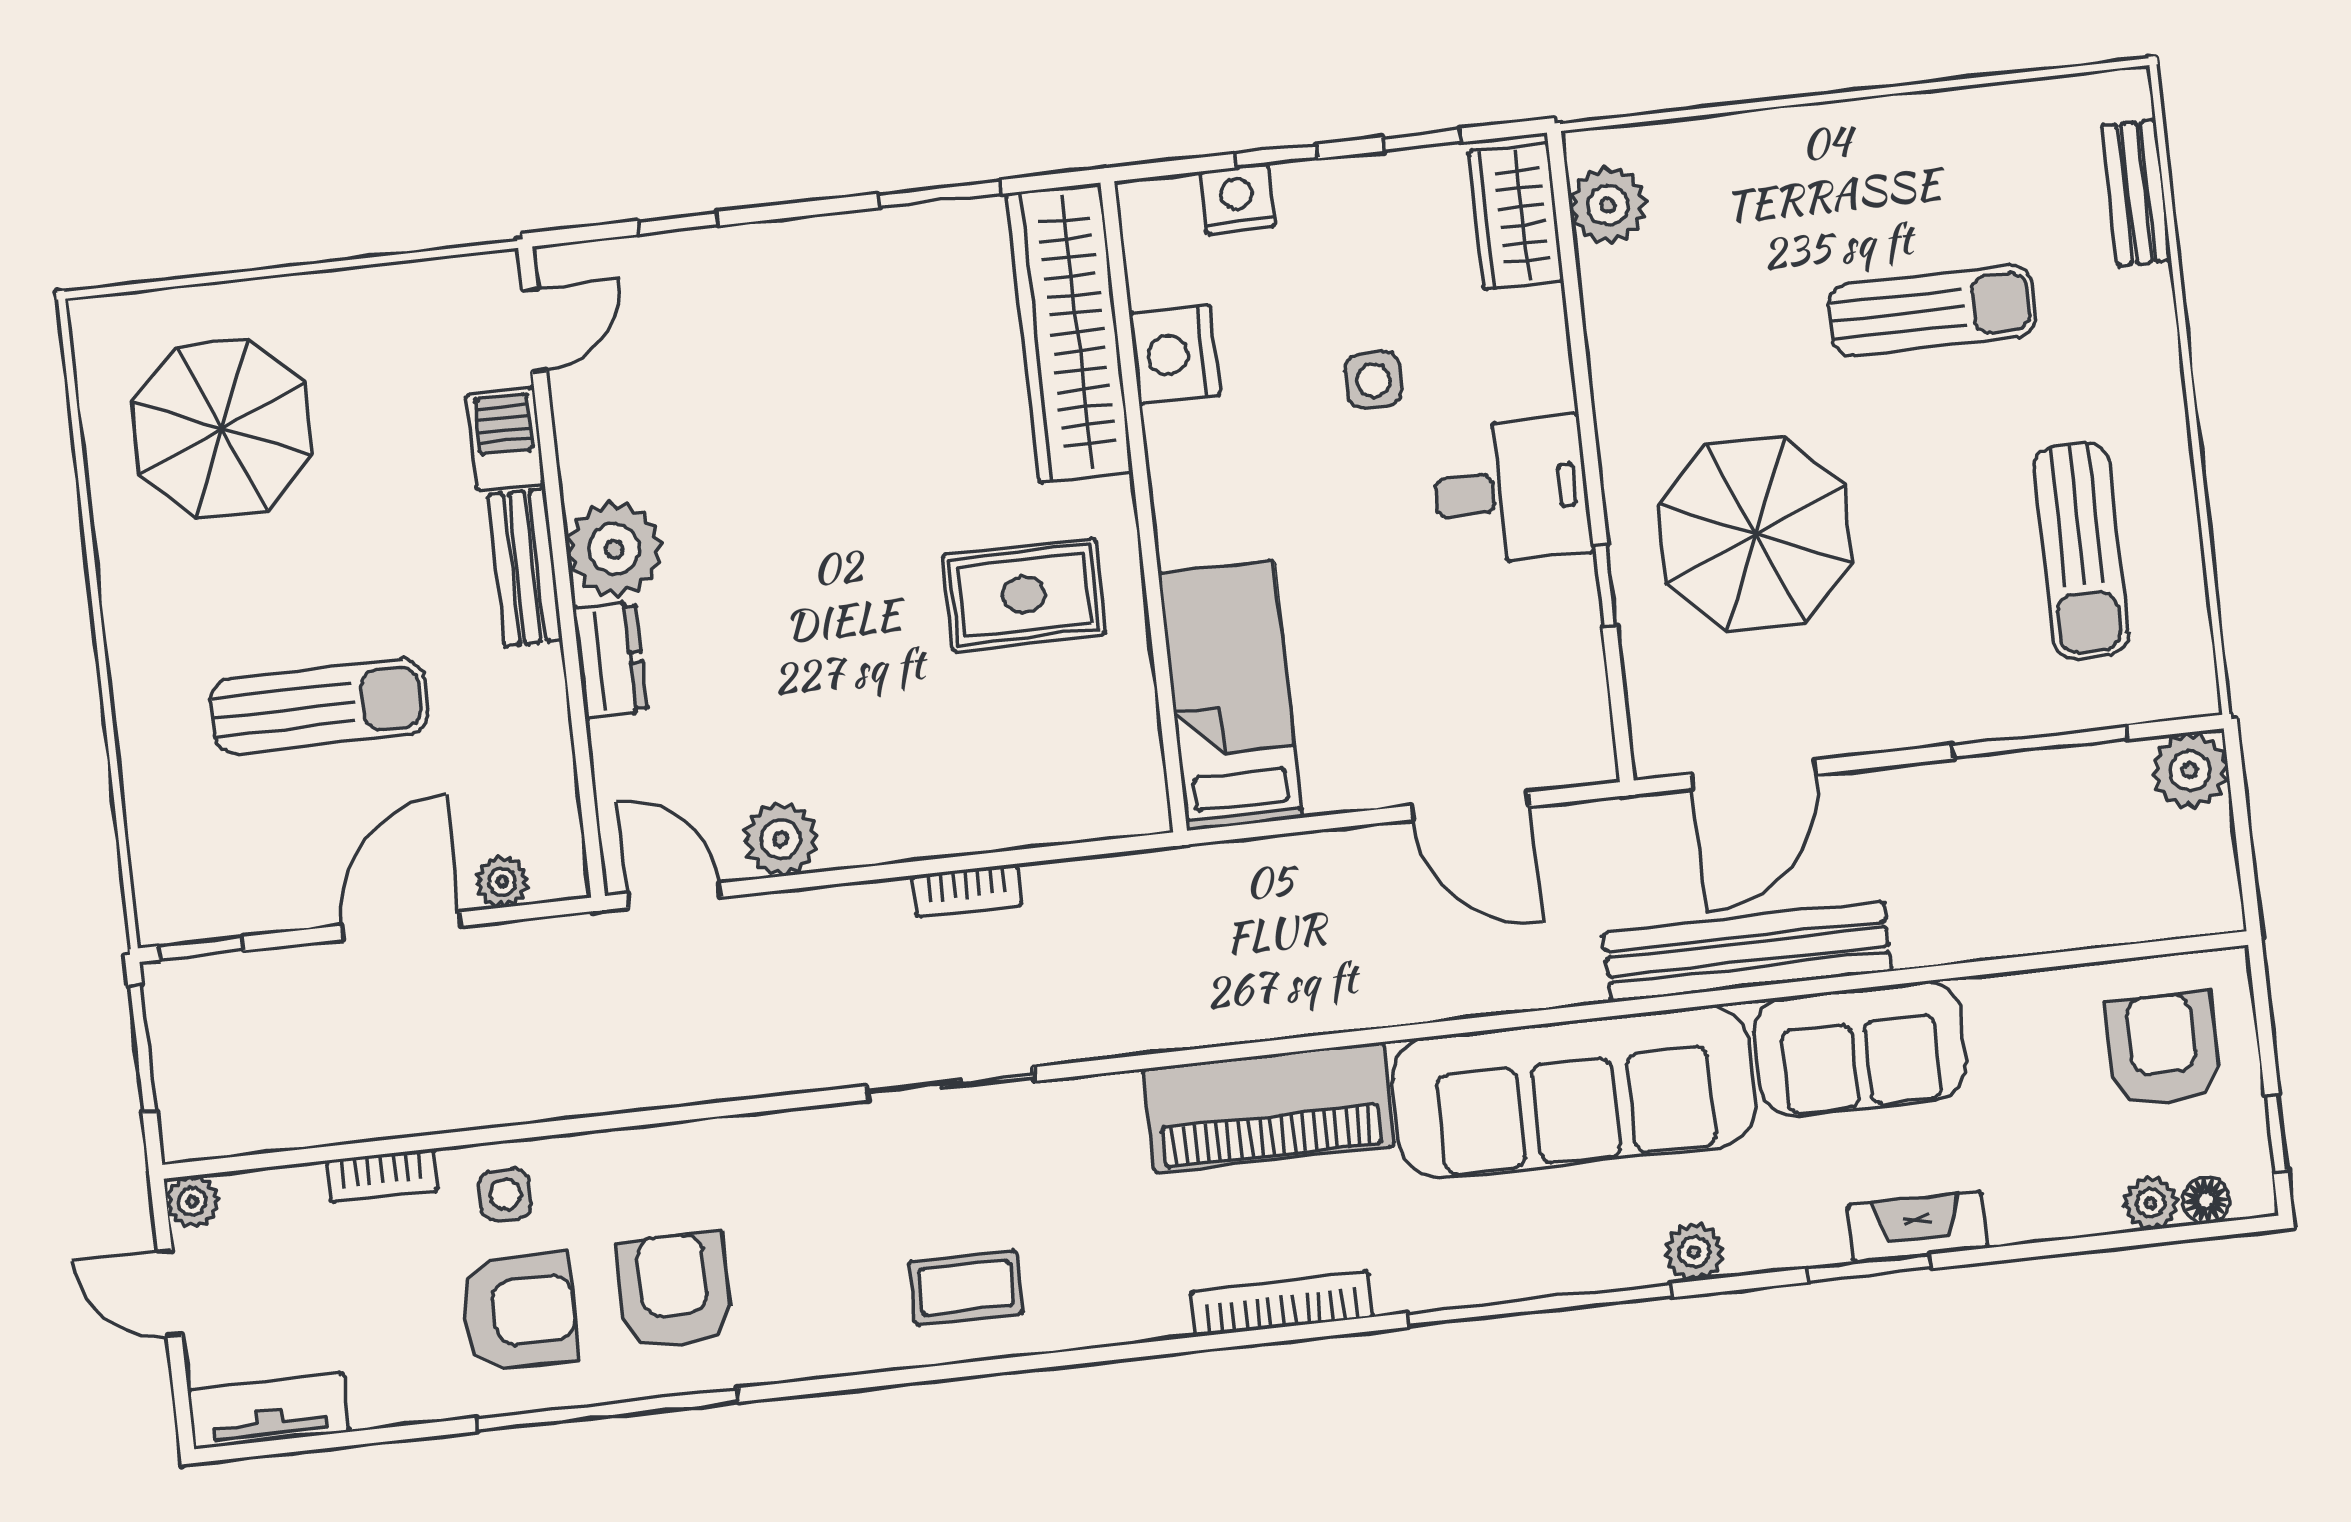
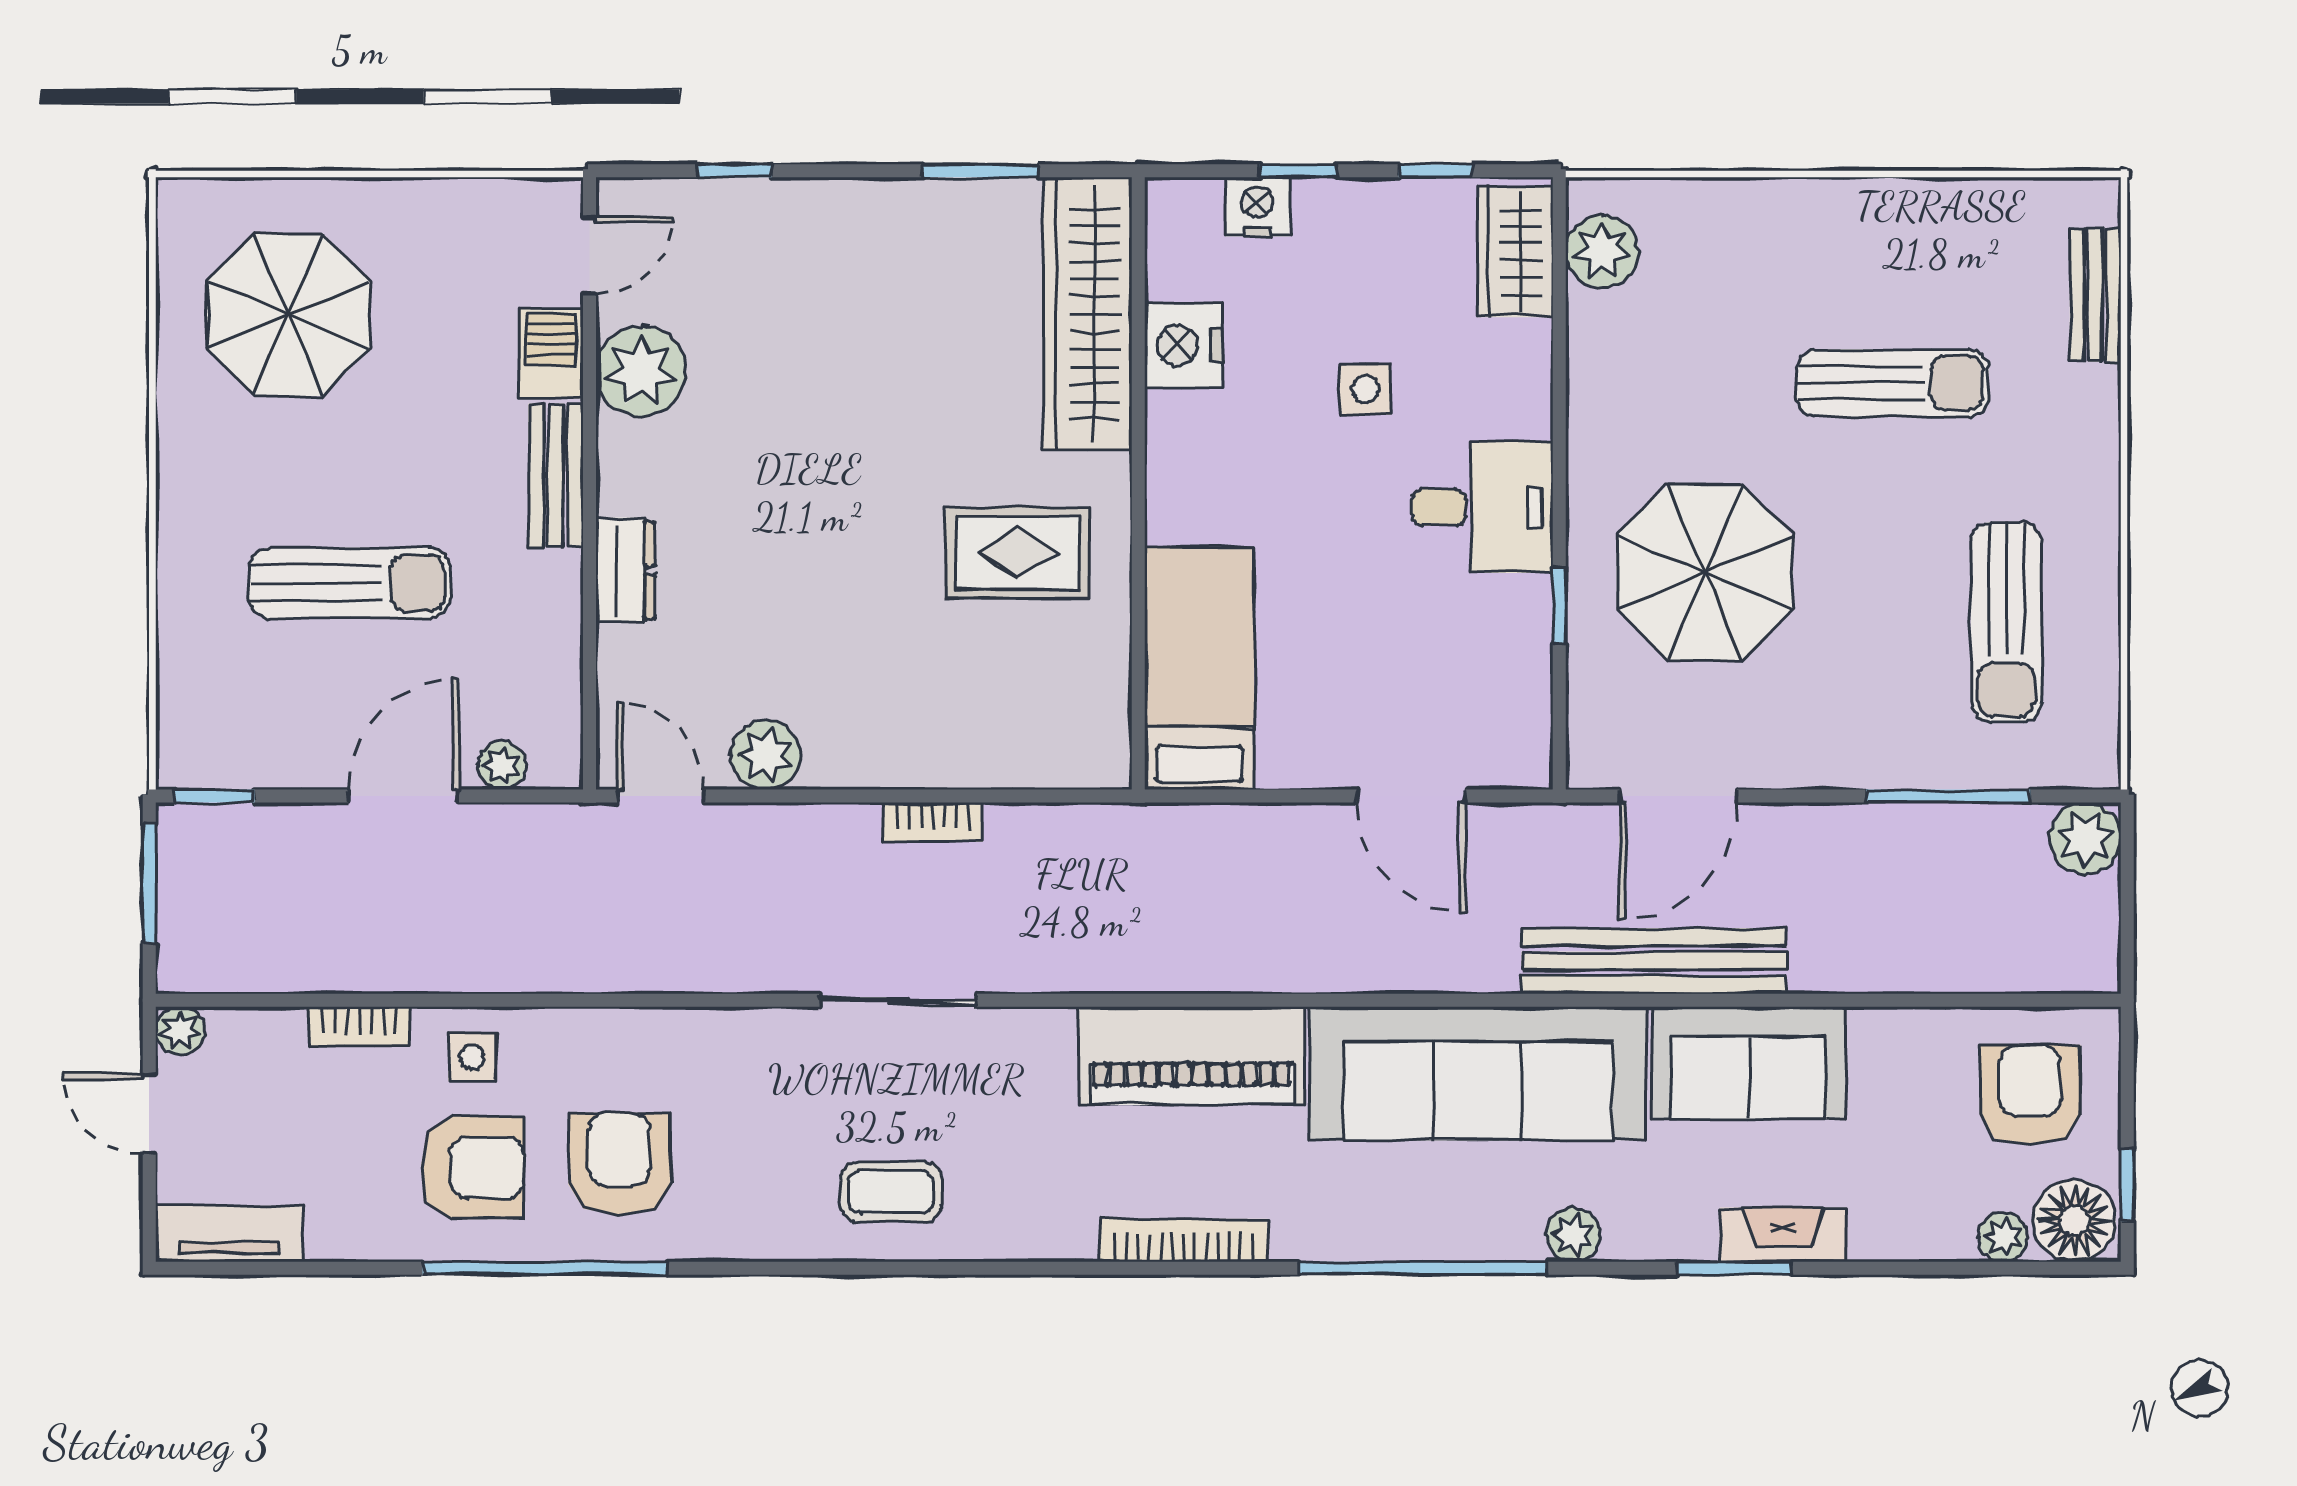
plant: (614, 549) -> (641, 371), moved
floor lamp: (2206, 1200) -> (2074, 1221), width x1.89, depth x1.89

